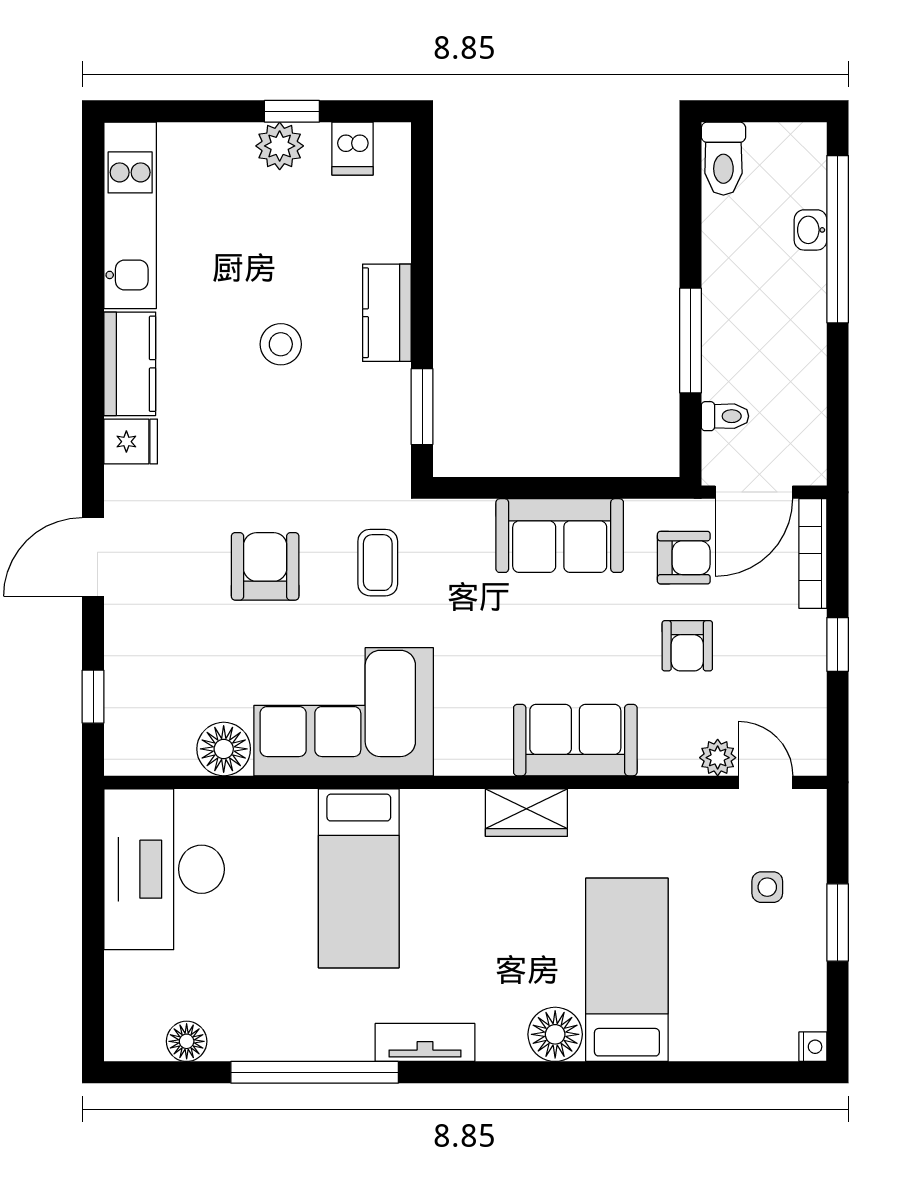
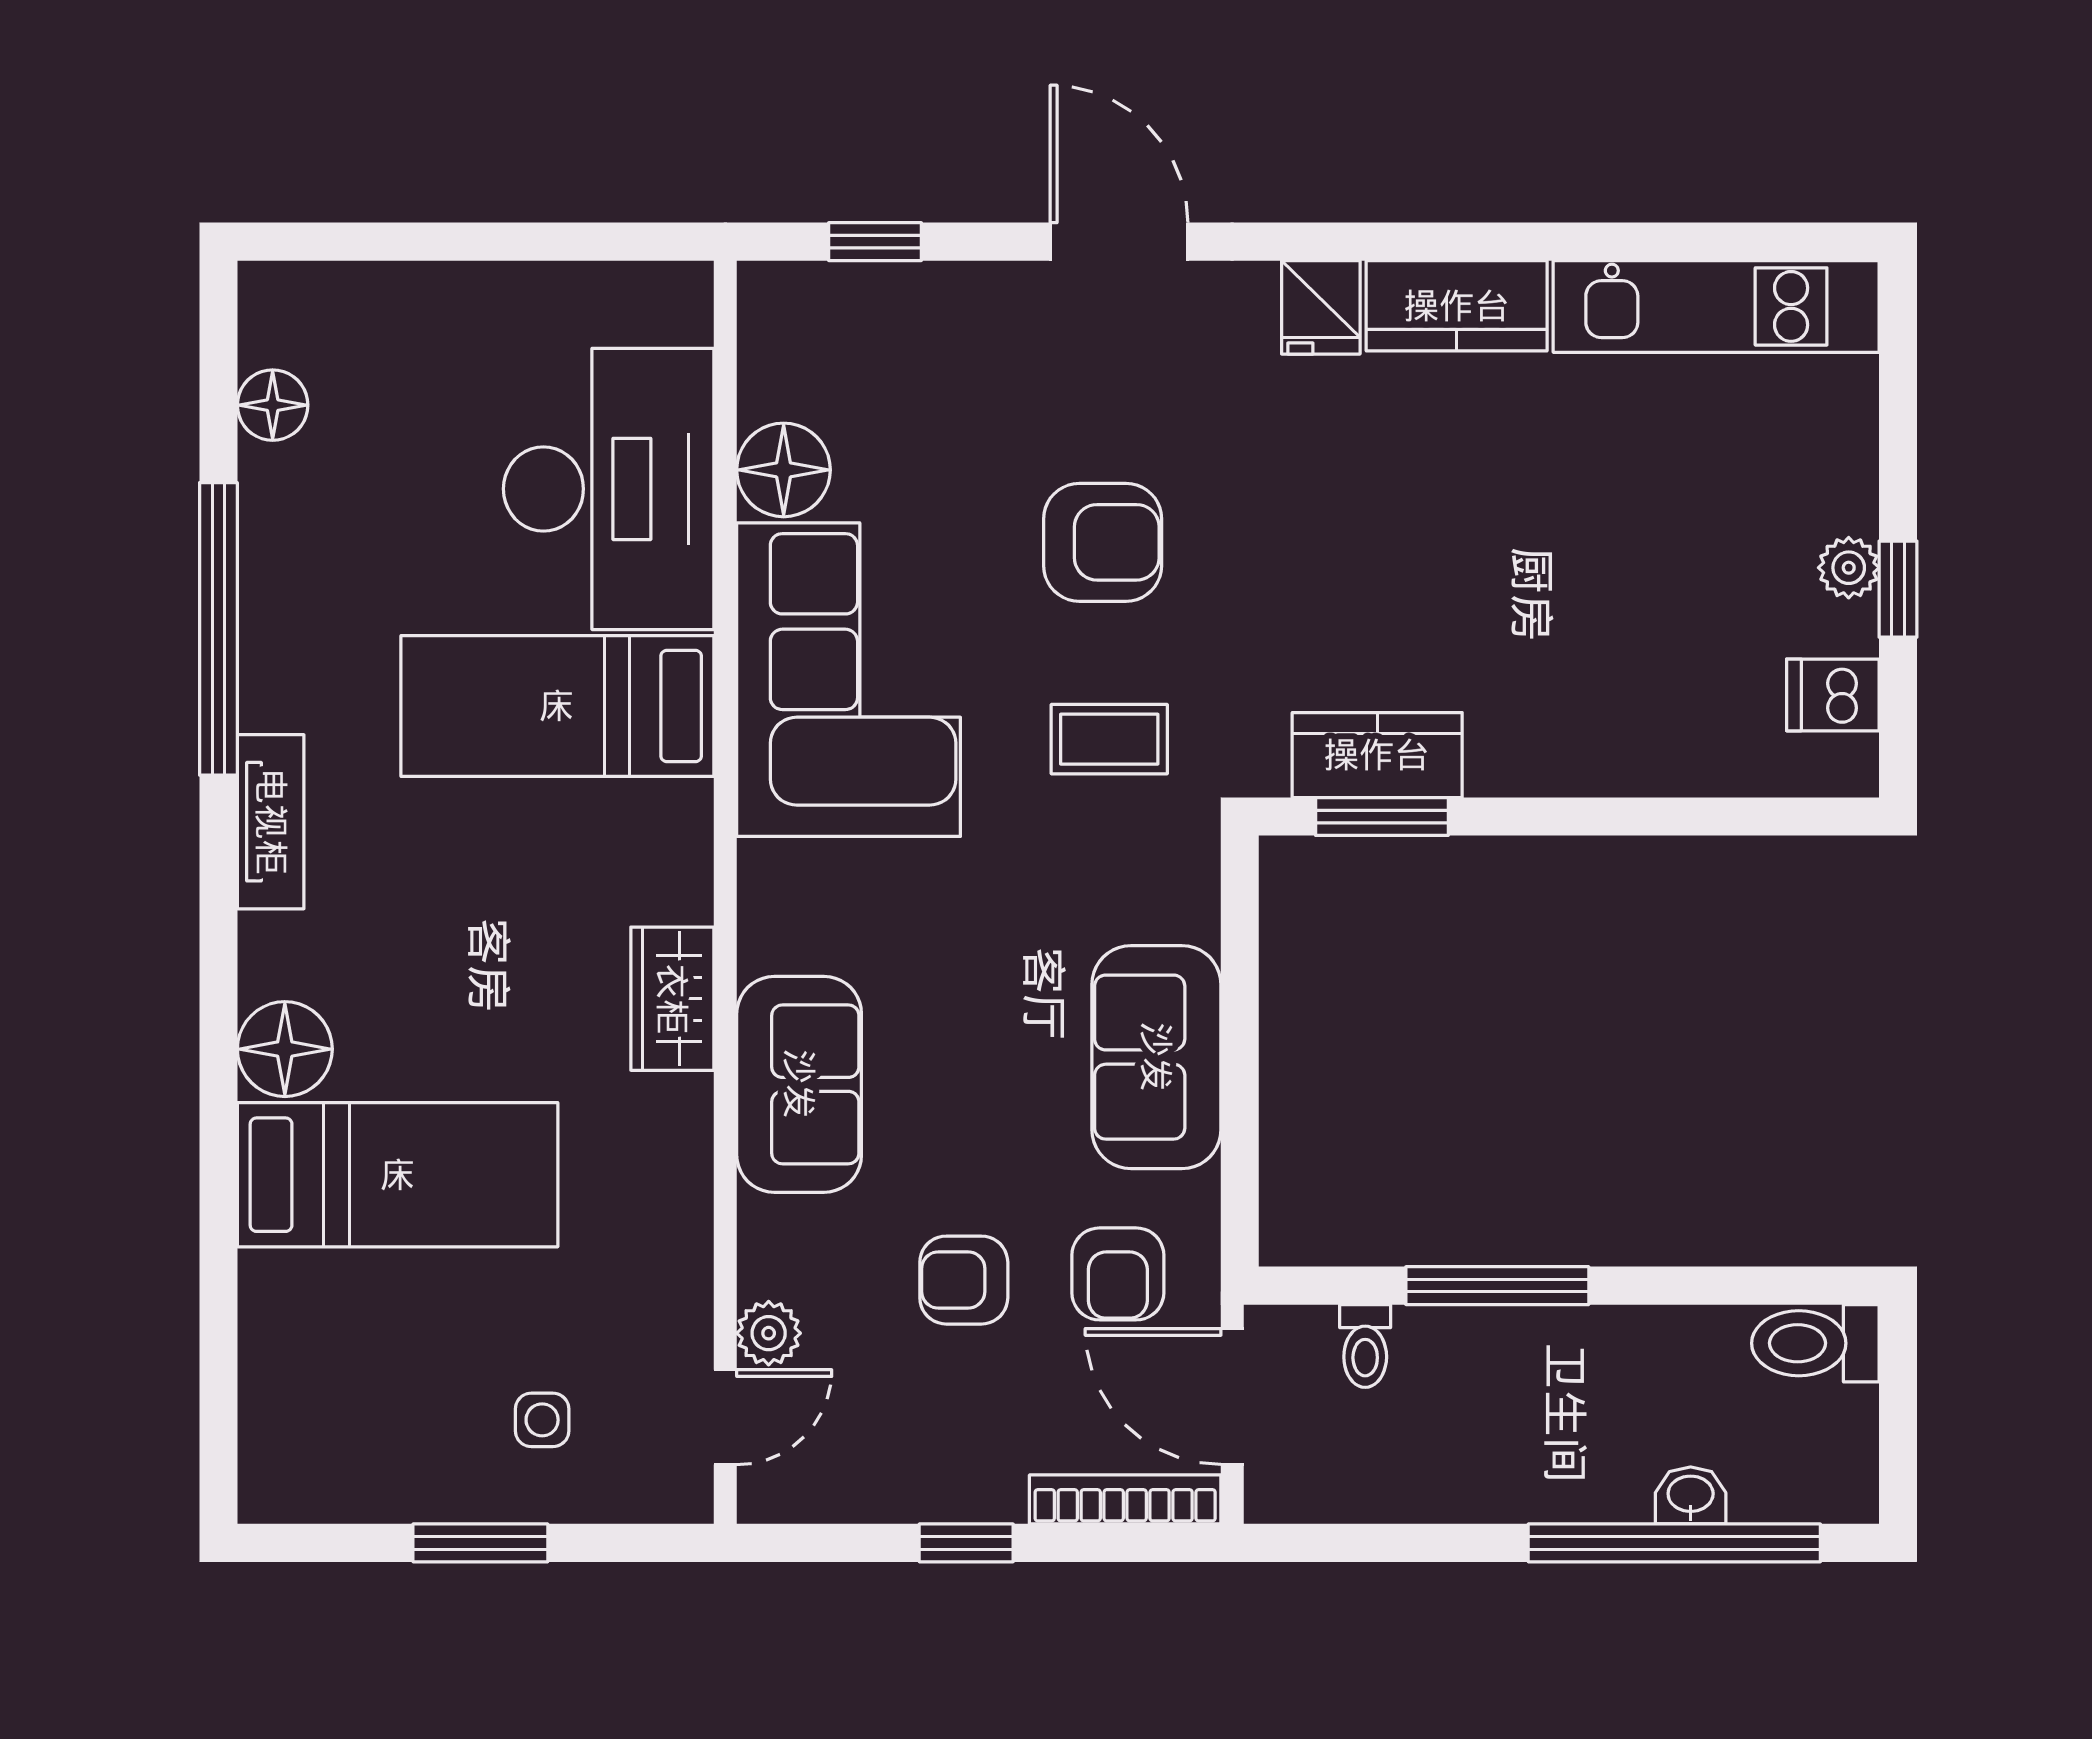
plant: (280, 146) -> (1849, 568), width x0.73, depth x0.73
kitchen counter: (387, 313) -> (1377, 755), moved
stool: (281, 344) -> (1491, 570), removed
desk: (164, 869) -> (609, 489), moved, turned 90
nightstand: (813, 1047) -> (263, 1500), removed

